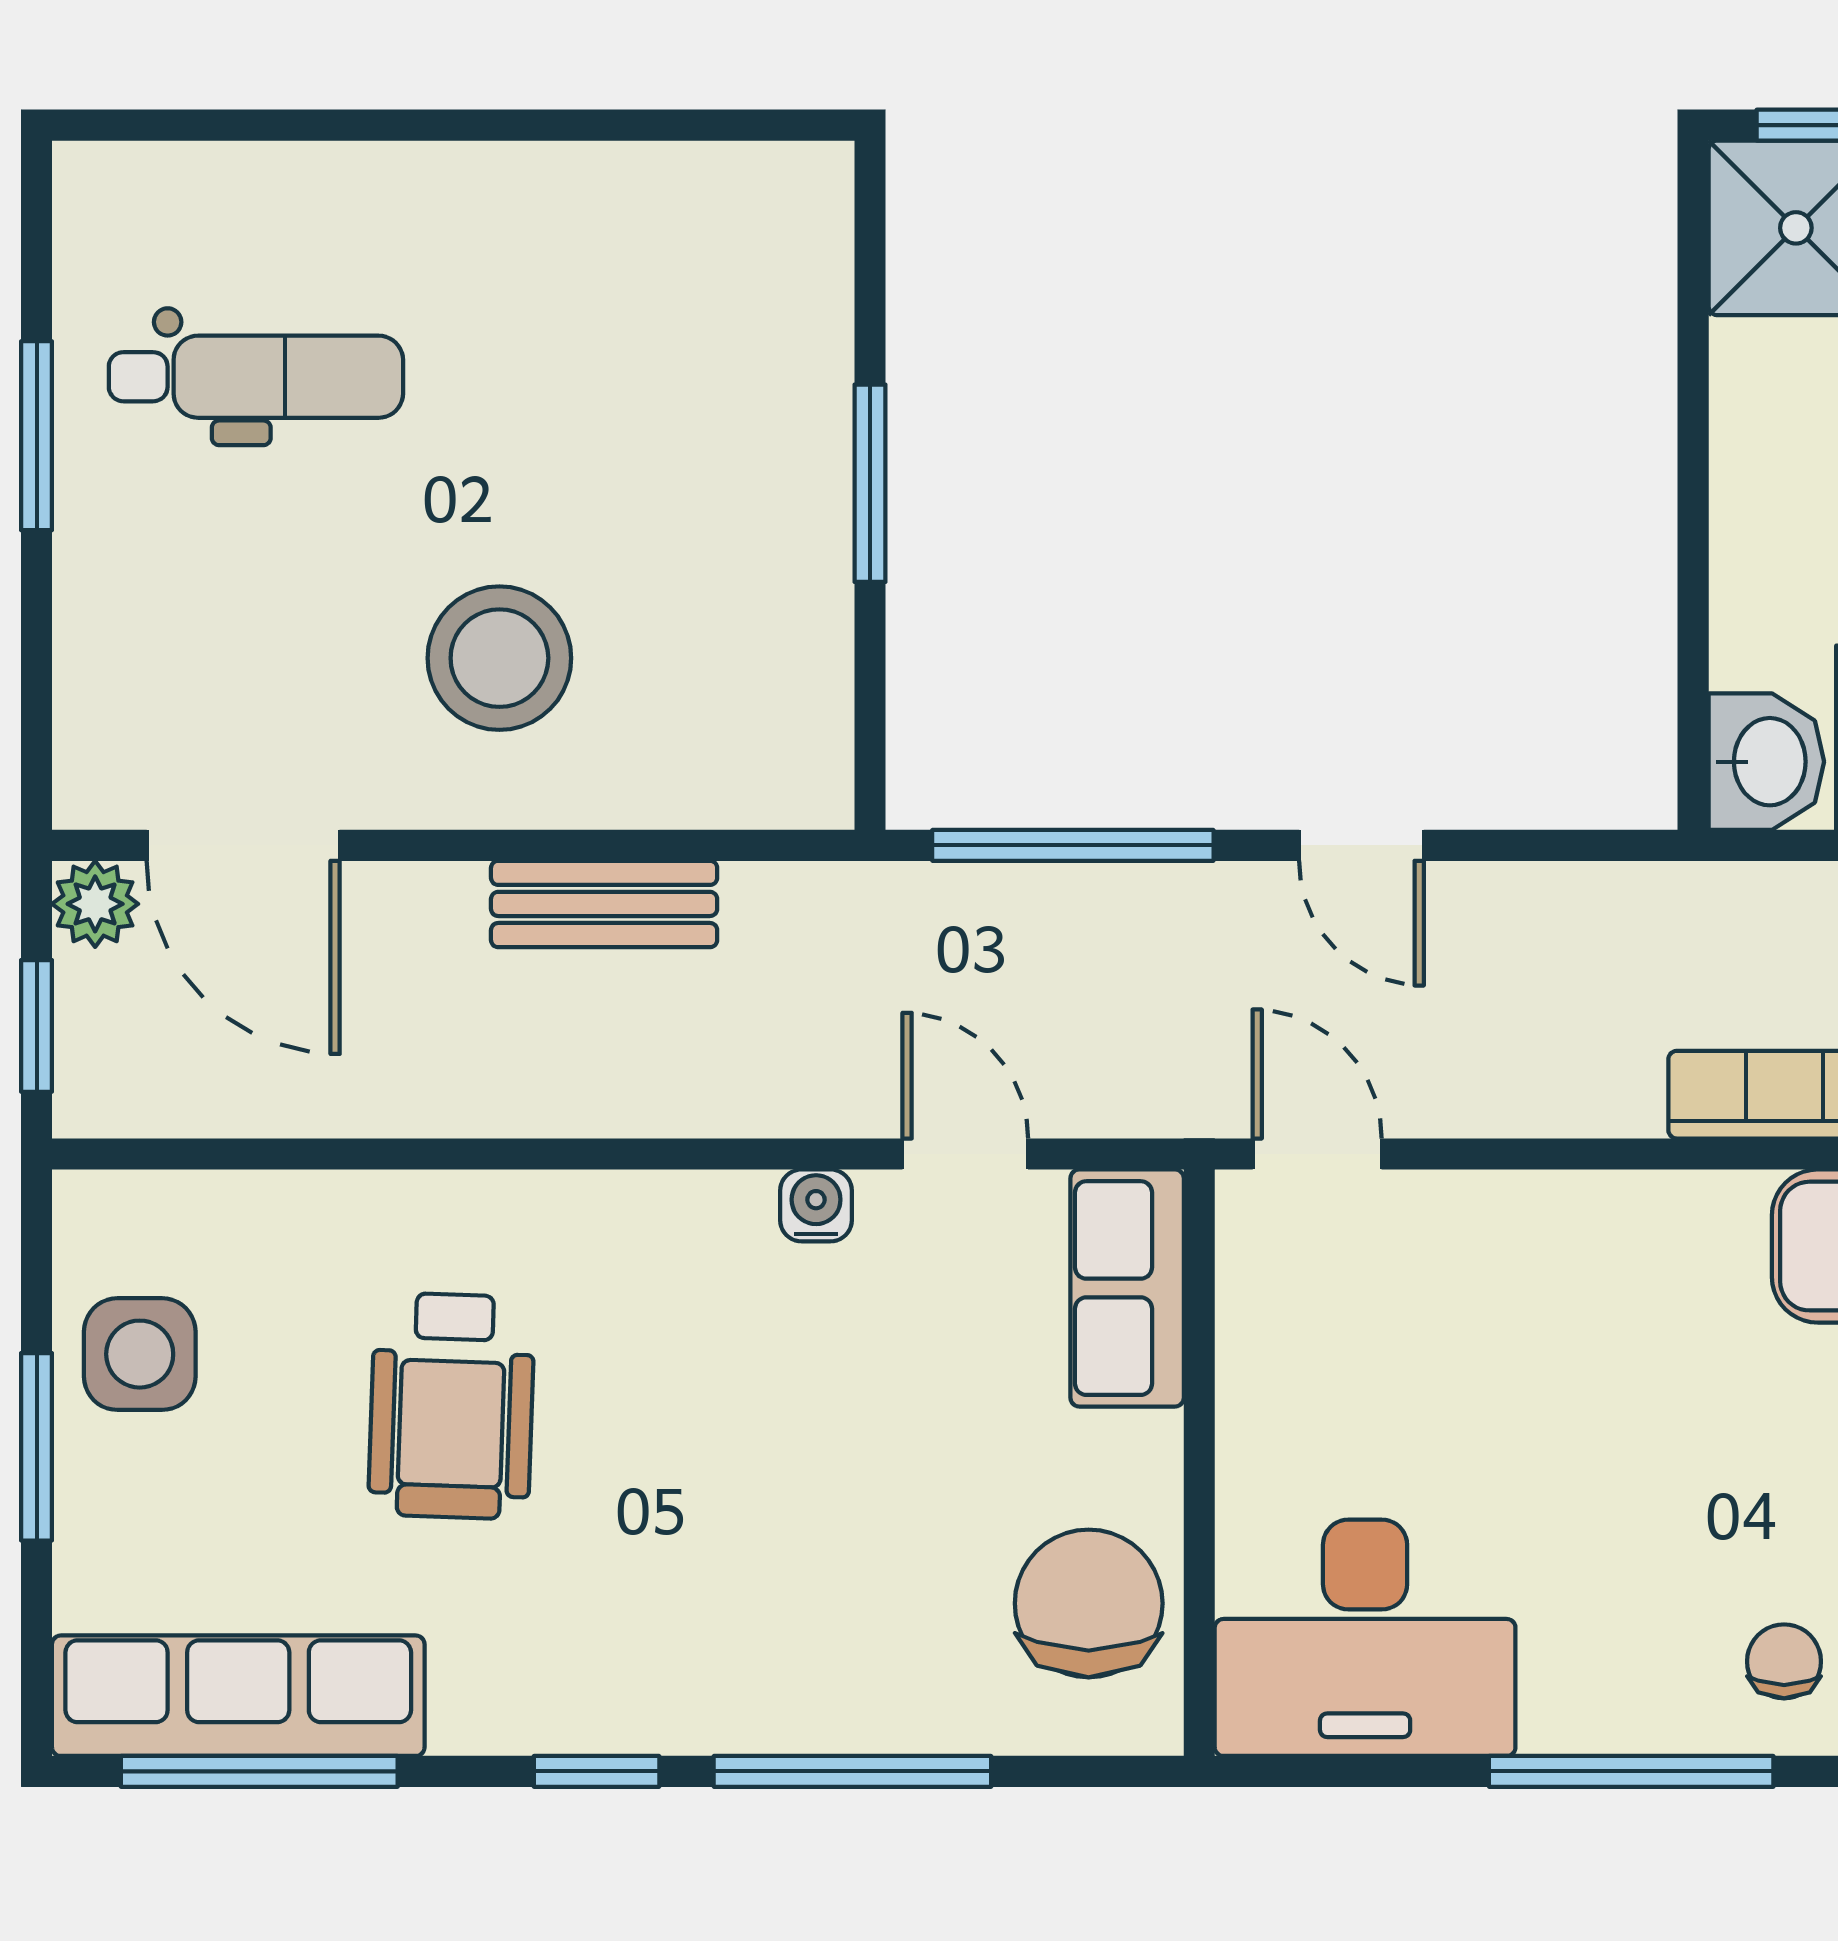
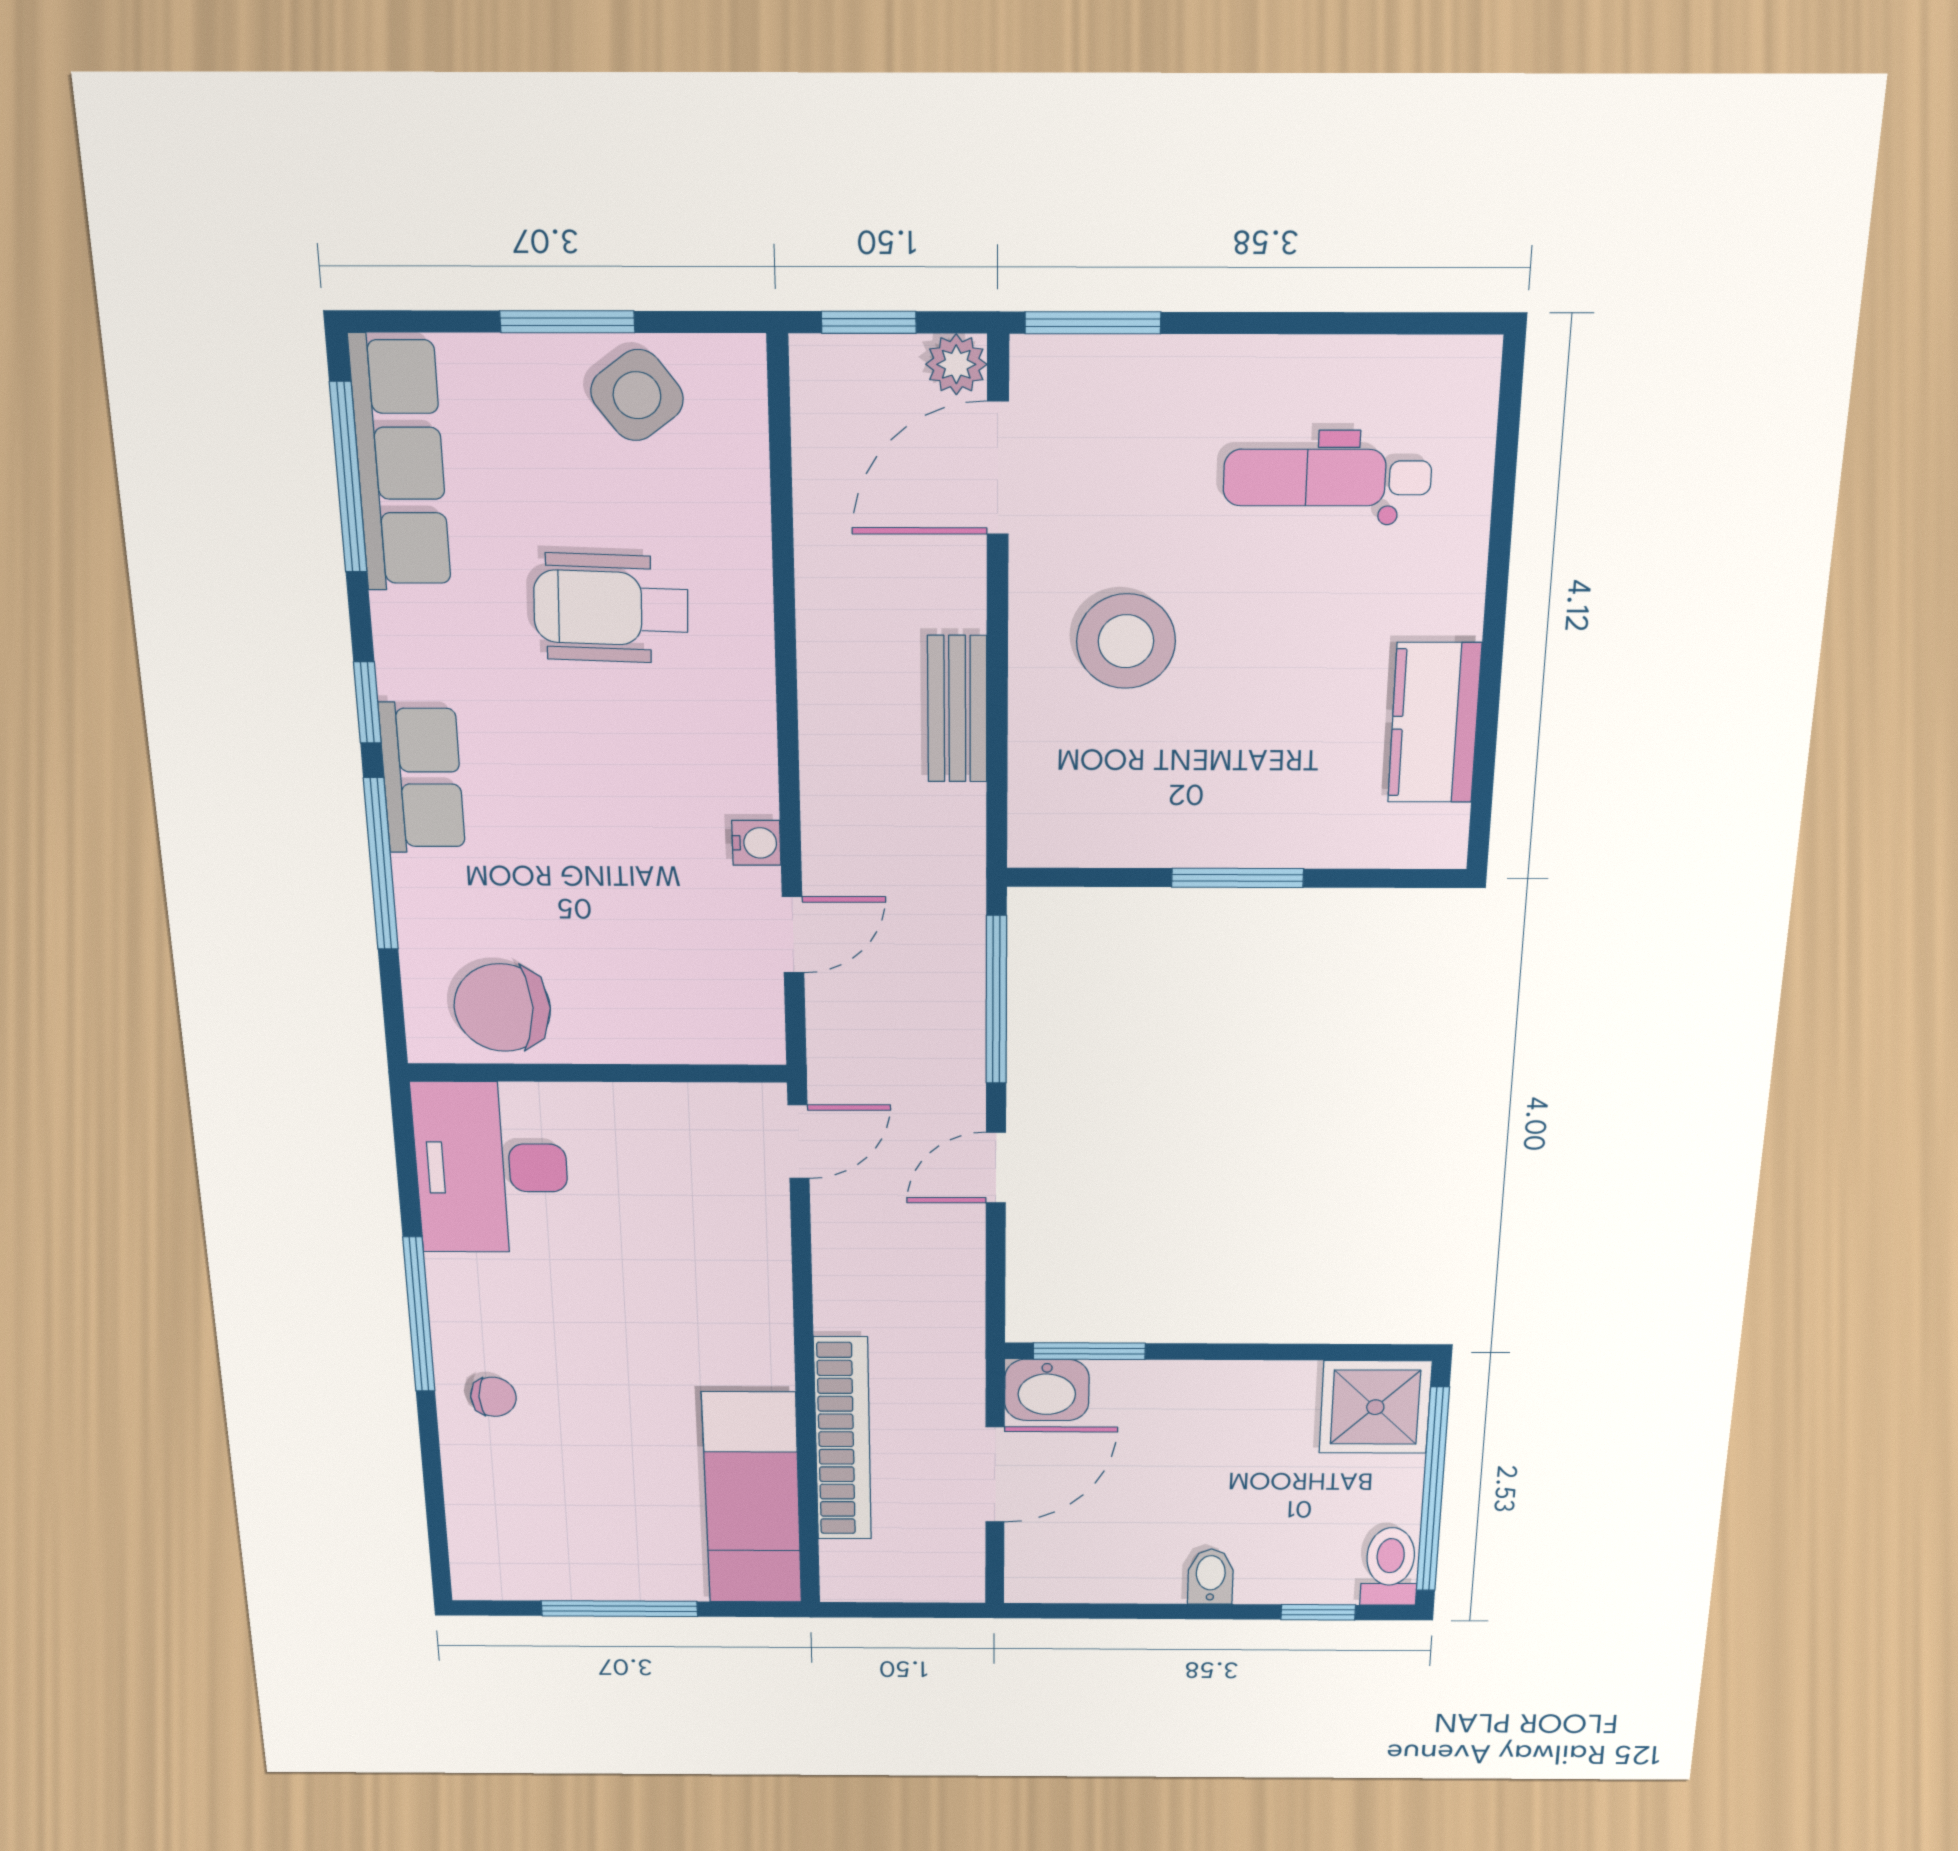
kitchen counter: (623, 202) -> (1435, 723), added
dental chair: (256, 377) -> (1327, 478), turned 90
window: (37, 436) -> (1093, 323), moved
window: (1693, 694) -> (1089, 1351), added
row of seats: (1127, 1288) -> (422, 778), moved, turned 90
side table: (140, 1354) -> (637, 395), turned -37
chair: (1089, 1603) -> (502, 1008), turned 180

